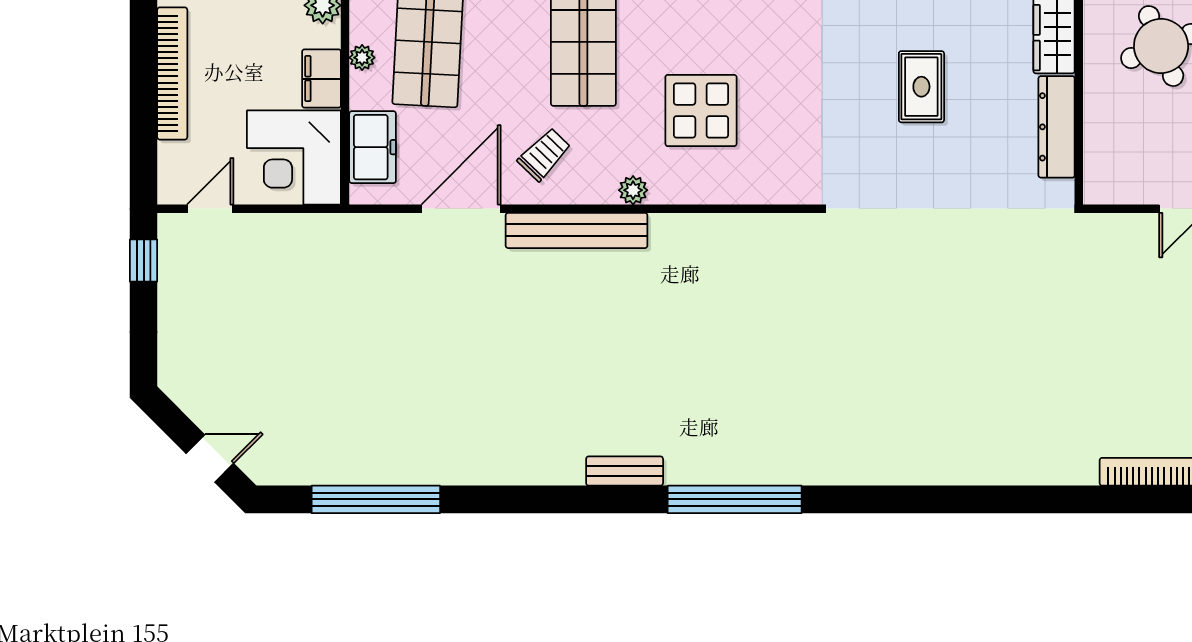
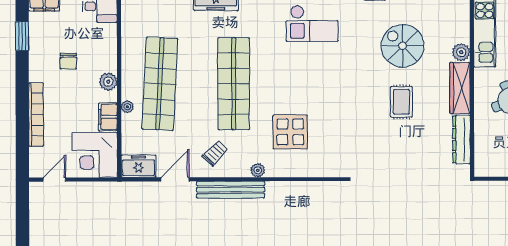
rug: (921, 87) -> (401, 102), moved
freezer: (373, 147) -> (139, 166), moved, turned -90
door: (461, 209) -> (175, 179), width x0.73
window: (144, 261) -> (22, 204), removed

